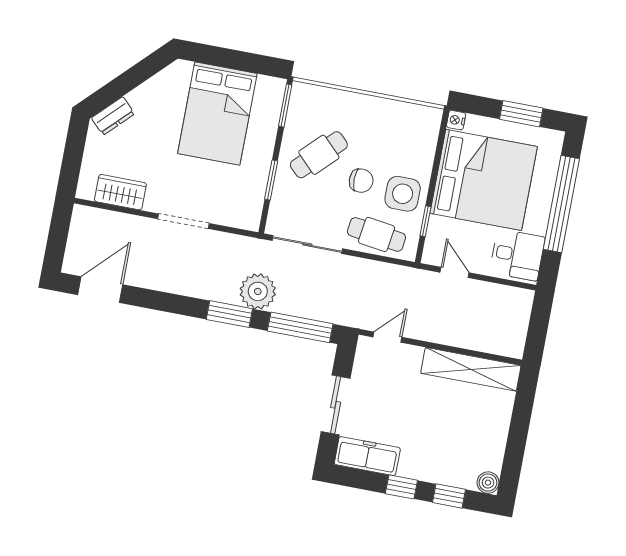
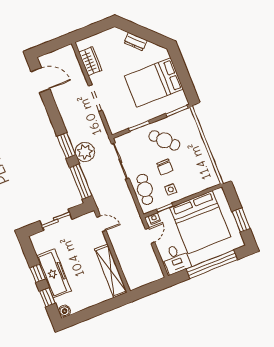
dresser: (113, 116) -> (136, 42), moved
nightstand: (456, 120) -> (154, 218), moved
side table: (403, 194) -> (171, 189), width x0.54, depth x0.54
freezer: (367, 456) -> (54, 273), moved, width x1.36, depth x1.26

